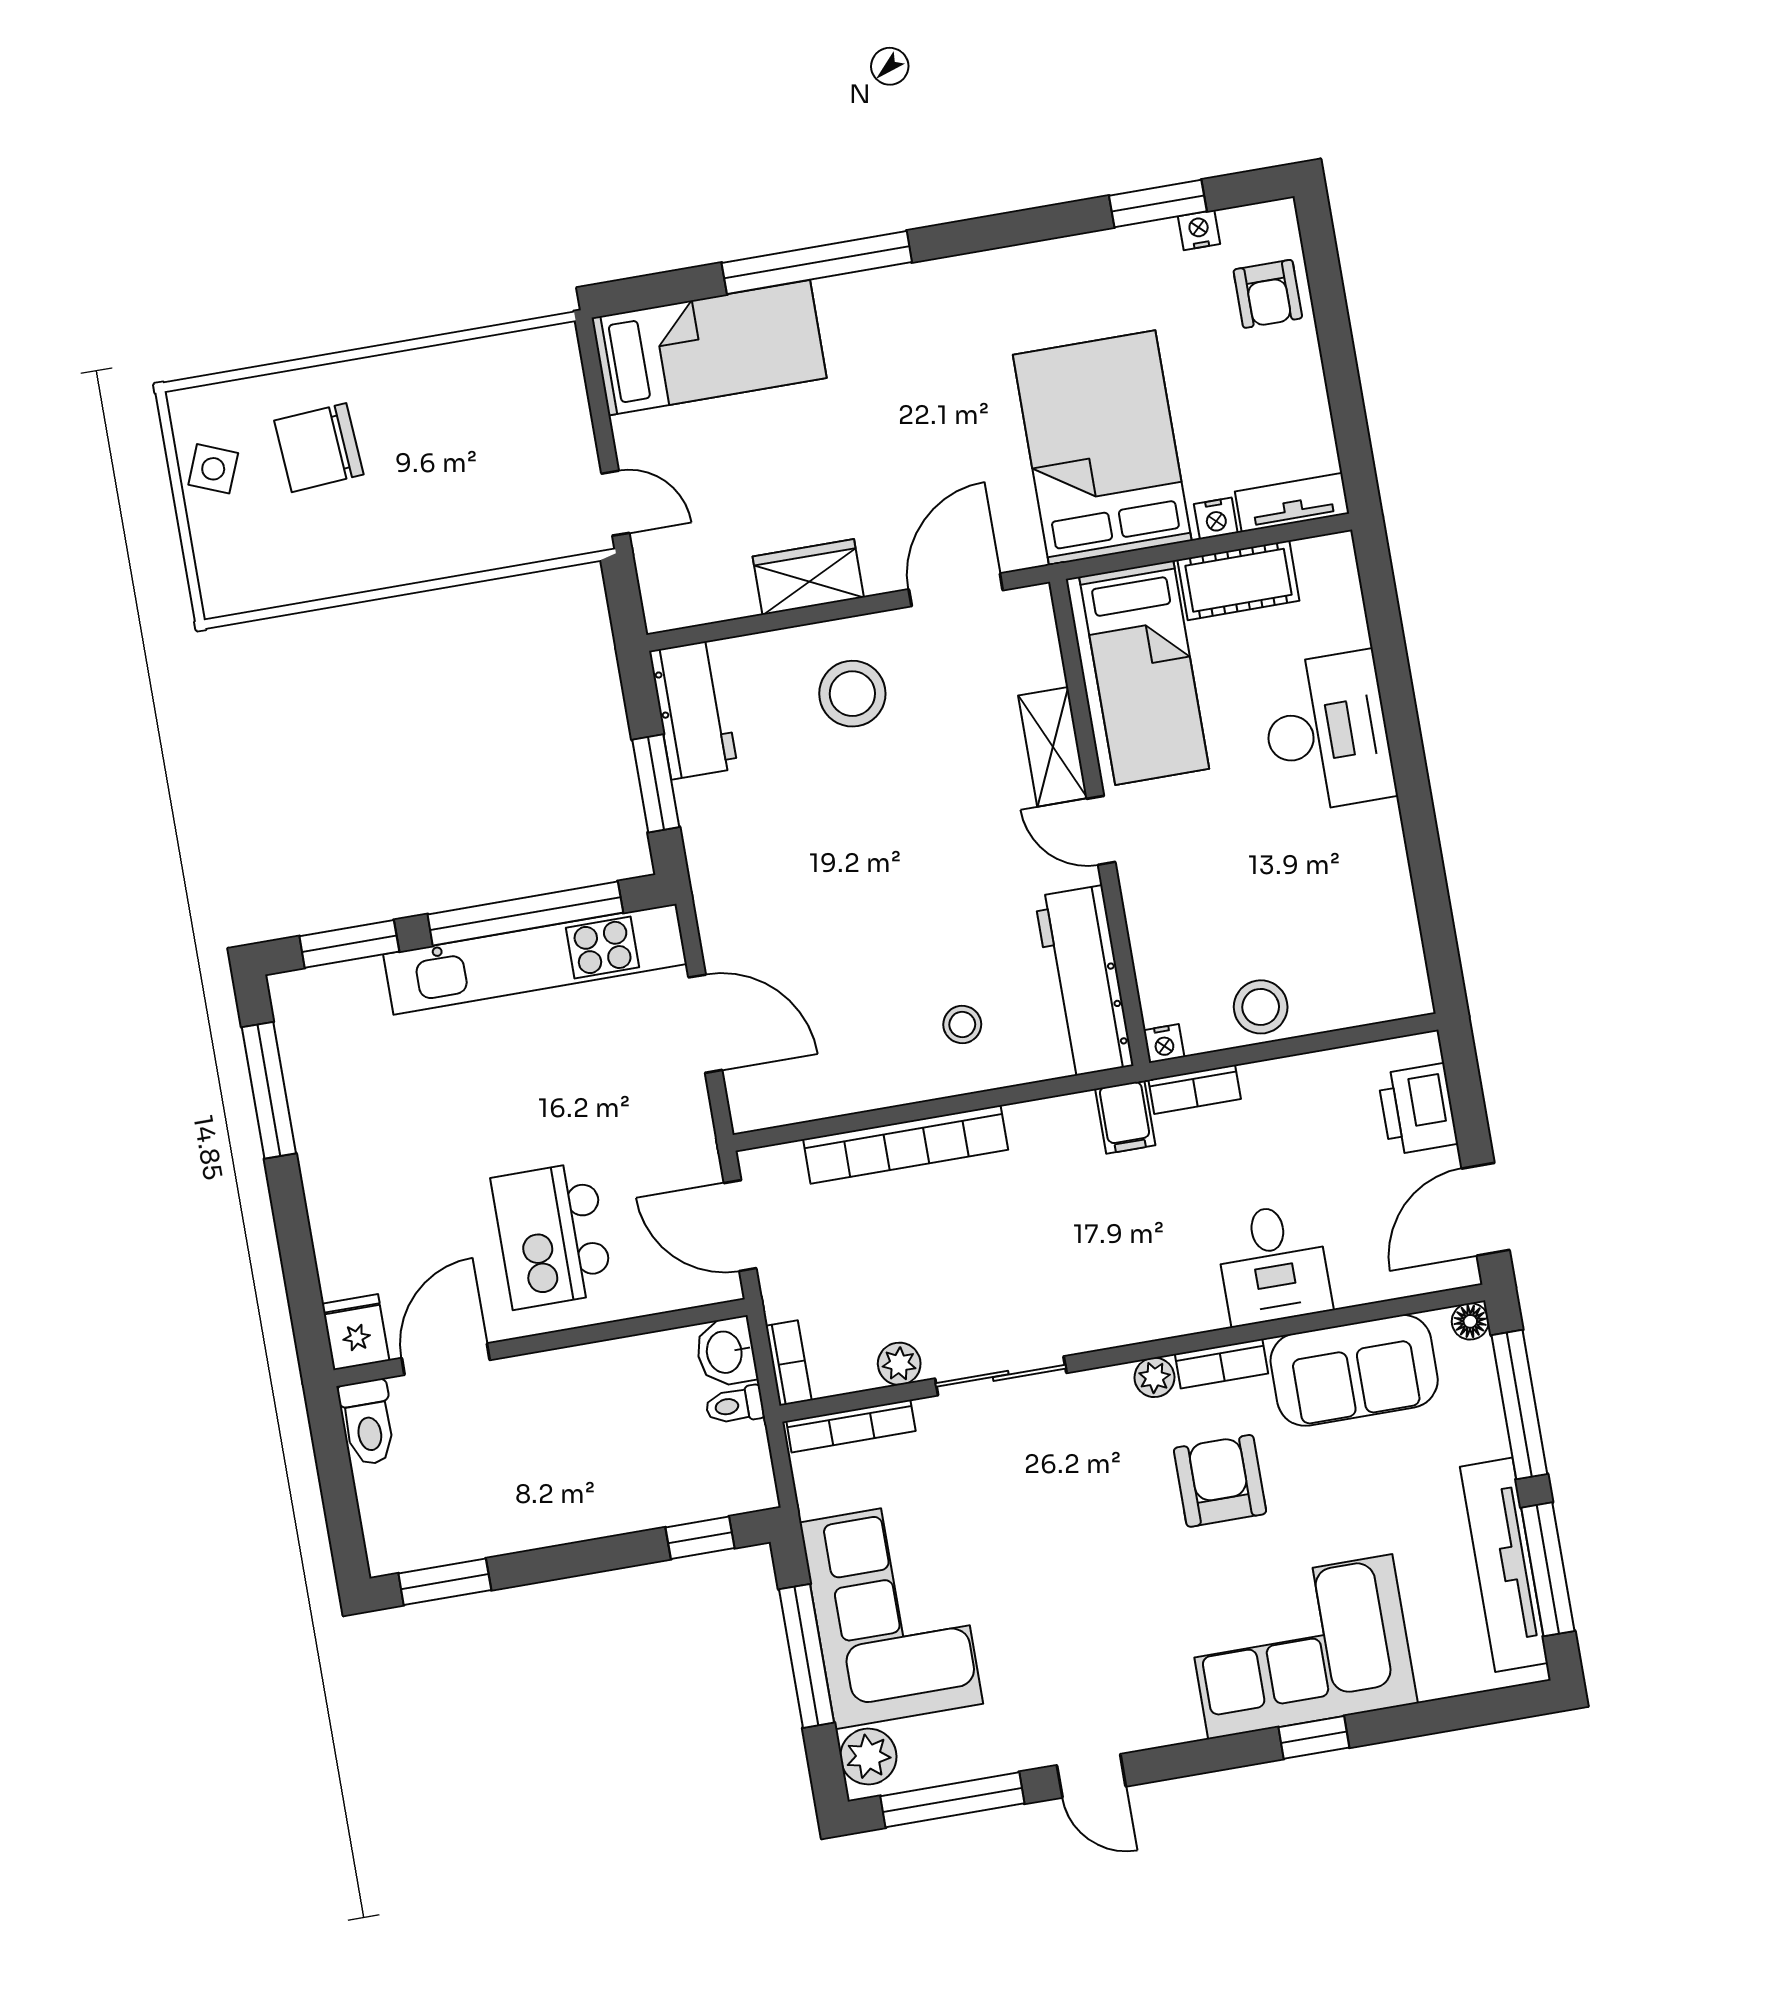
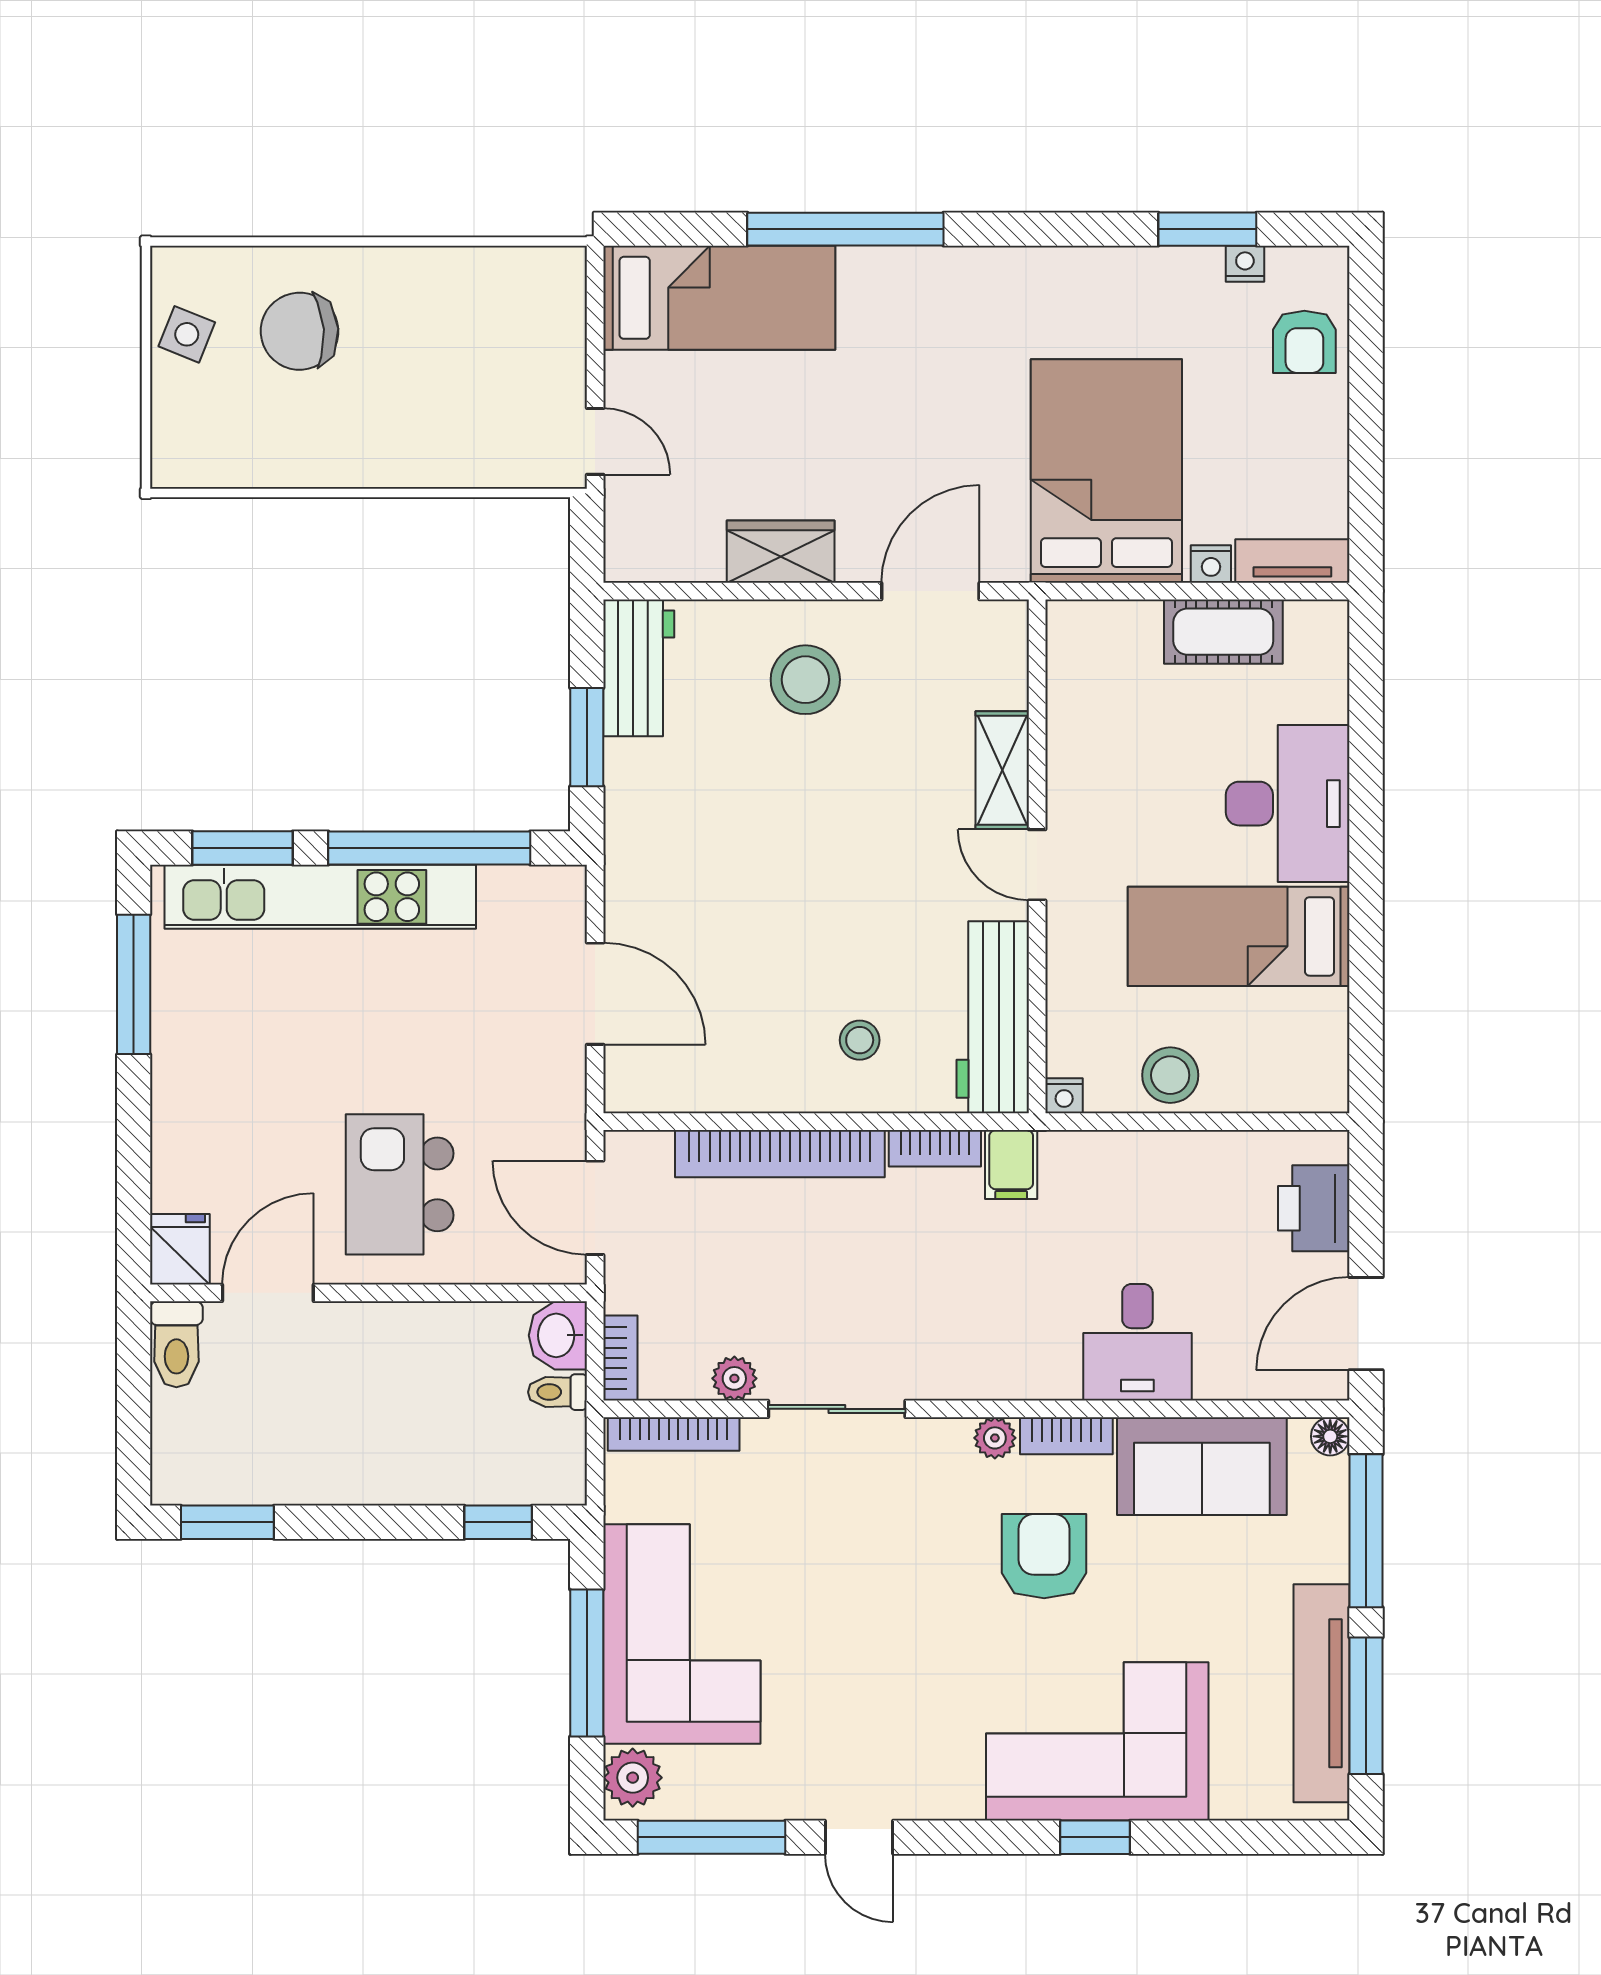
bed: (1144, 673) -> (1239, 936), moved, turned 90
kitchen unit: (535, 959) -> (320, 897), moved
bookcase: (1195, 1089) -> (935, 1148), moved

